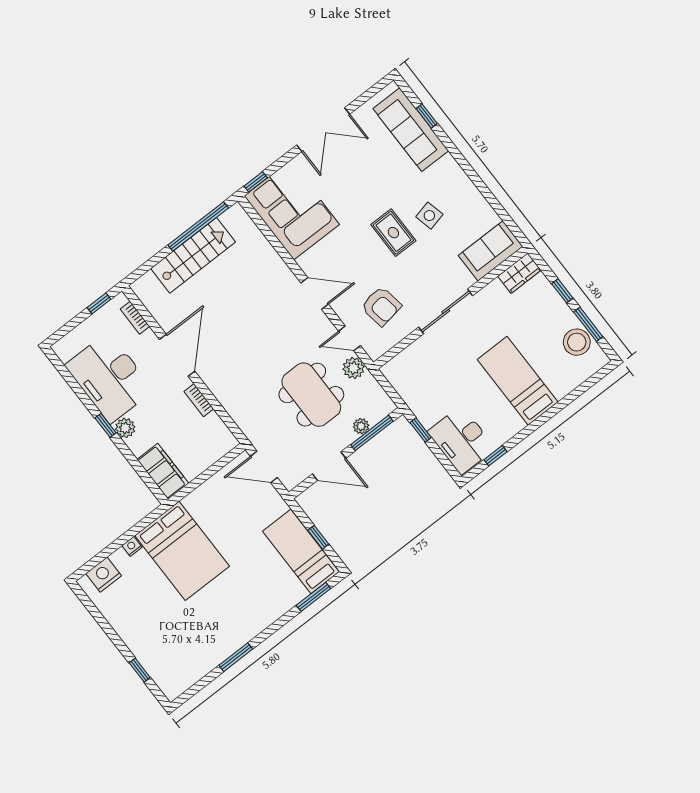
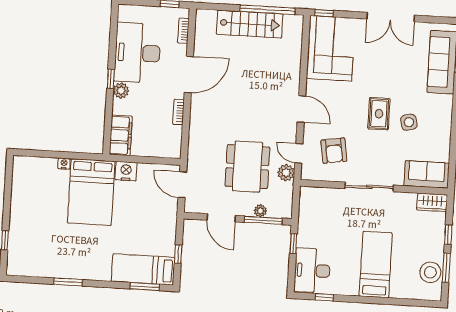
bed: (301, 551) -> (143, 269), moved, turned -90
nightstand: (104, 575) -> (126, 171), moved

